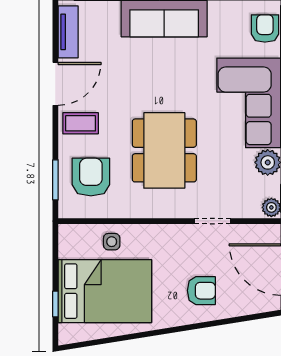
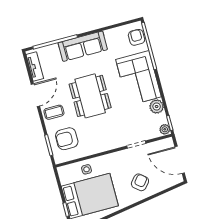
dining table: (164, 150) -> (90, 96), moved
armchair: (91, 177) -> (67, 139), turned -90
armchair: (201, 291) -> (140, 182), turned -50

